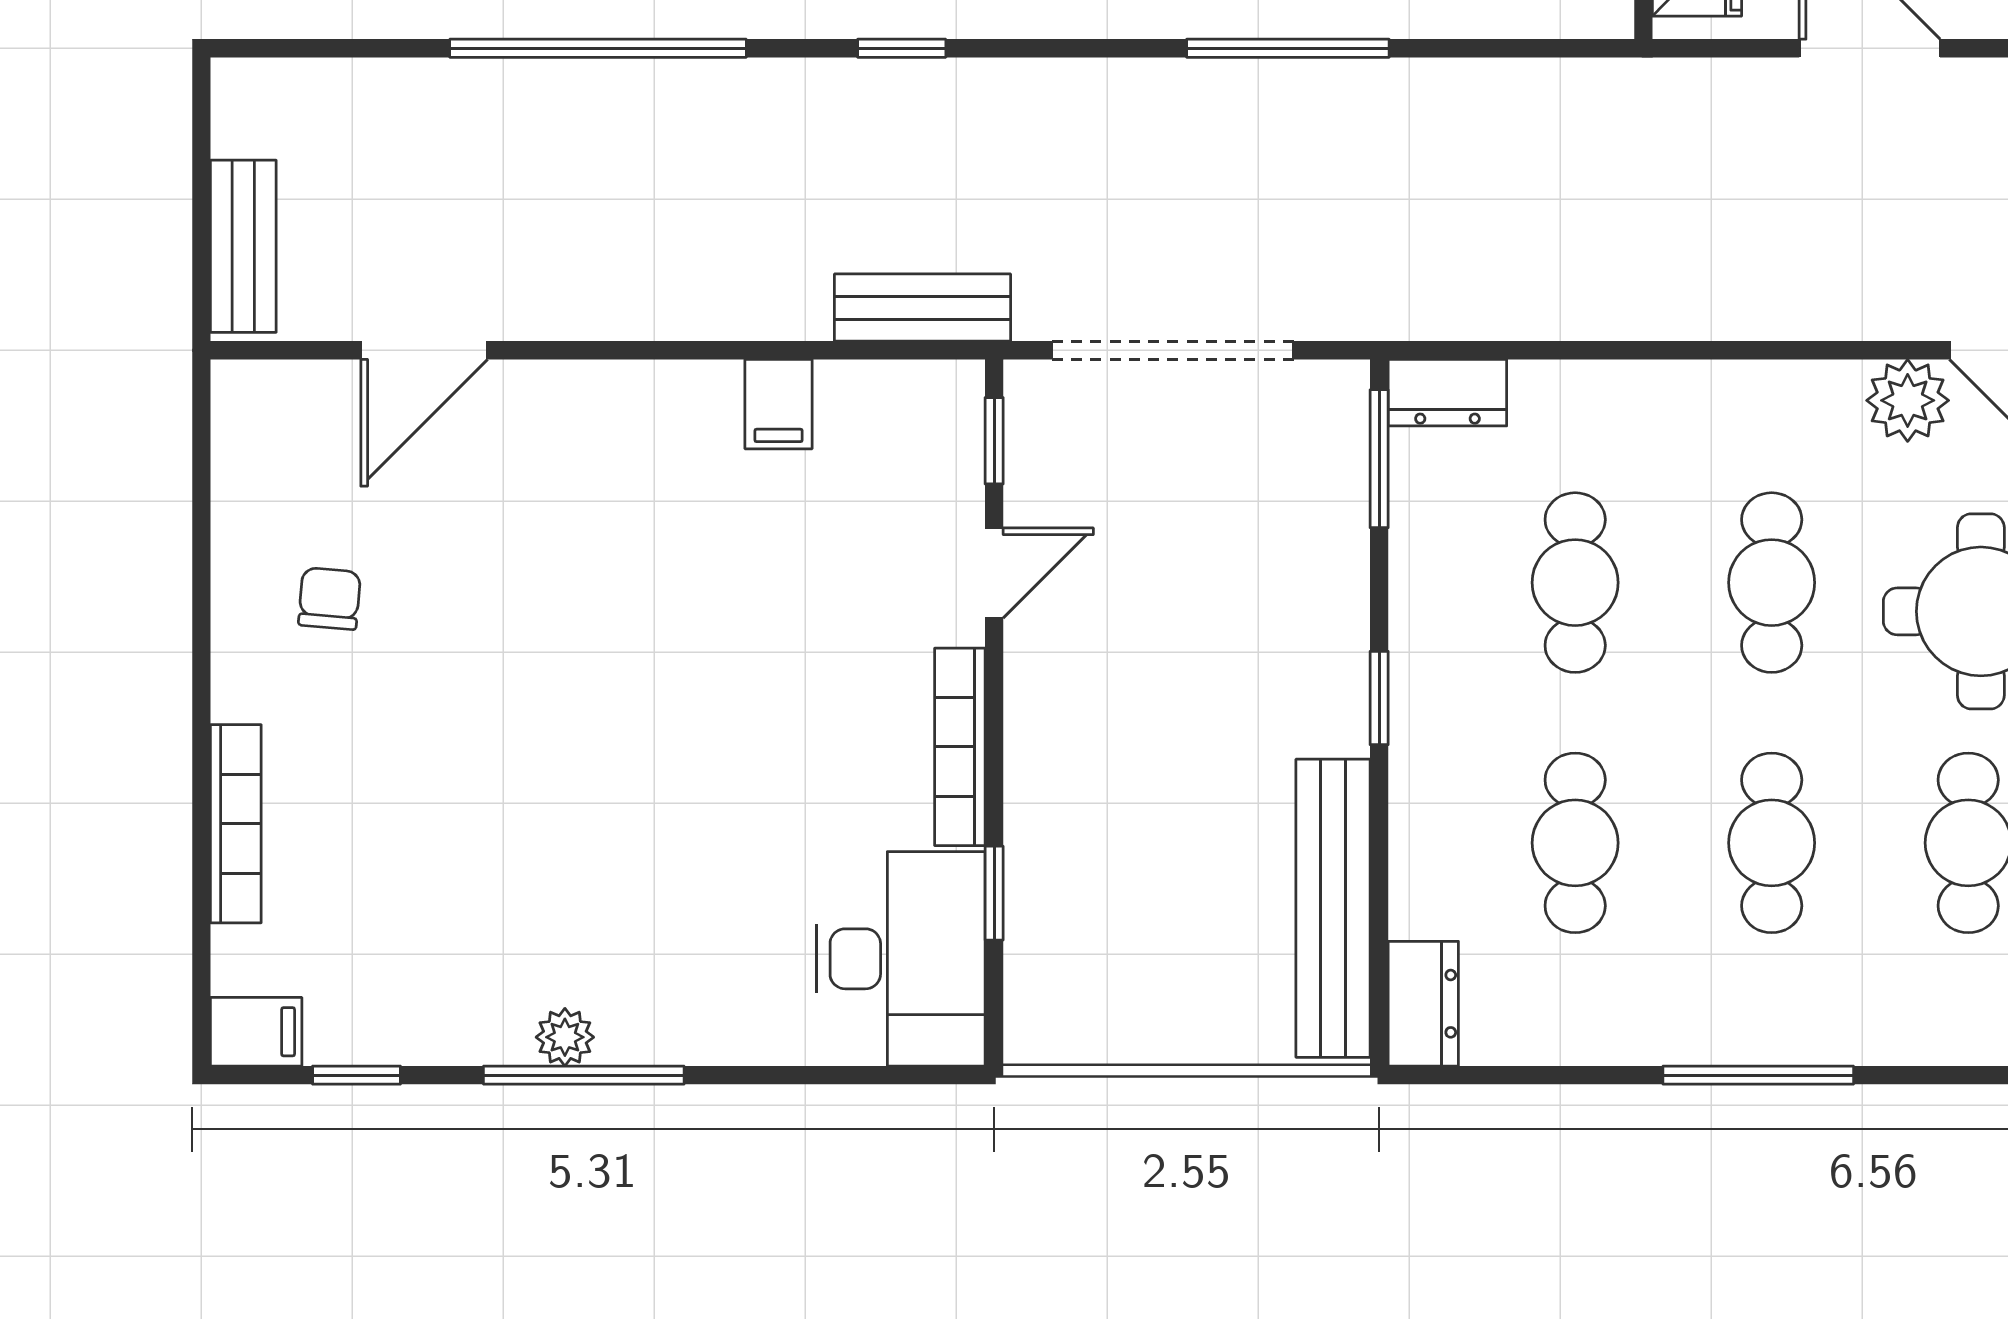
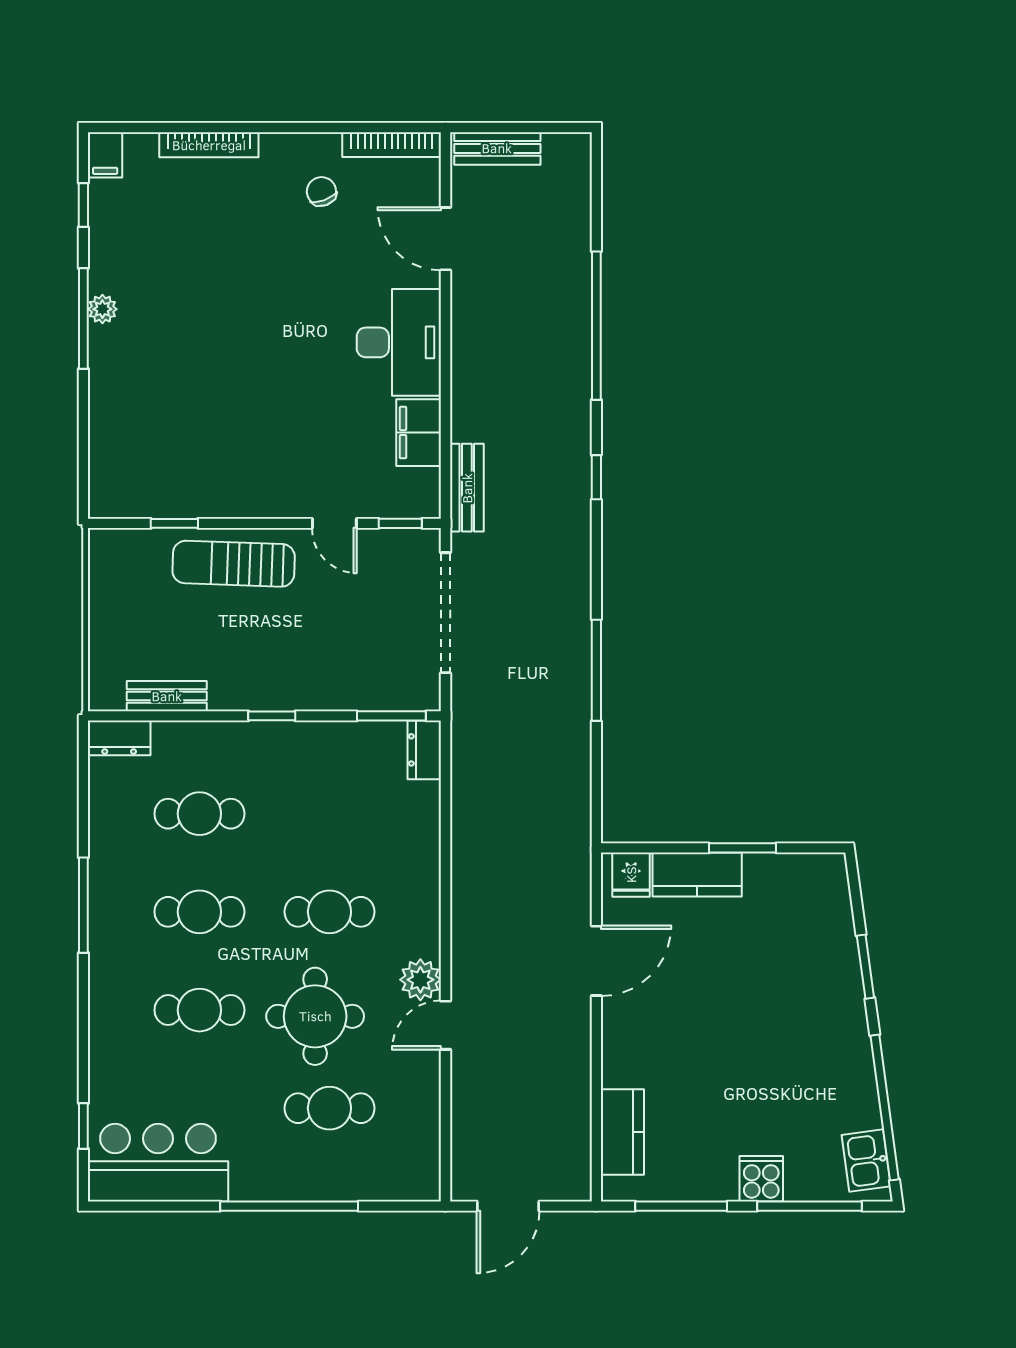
filing cabinet: (779, 404) -> (419, 433), width x2.00
cafe table: (1575, 583) -> (329, 814), removed
chair: (330, 599) -> (321, 191), turned -115
bookcase: (960, 747) -> (392, 145), moved, turned 180
sun lounger: (1075, 775) -> (234, 564), added
bench: (1333, 908) -> (167, 696), width x0.54, depth x0.82
desk: (901, 959) -> (399, 342), moved, turned -90

